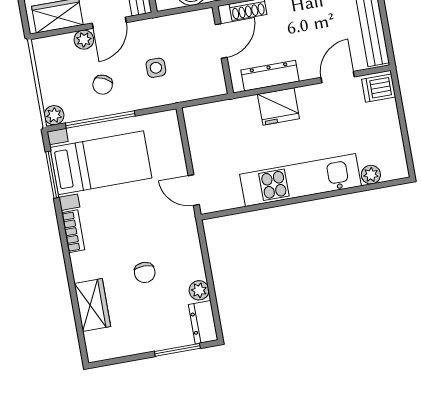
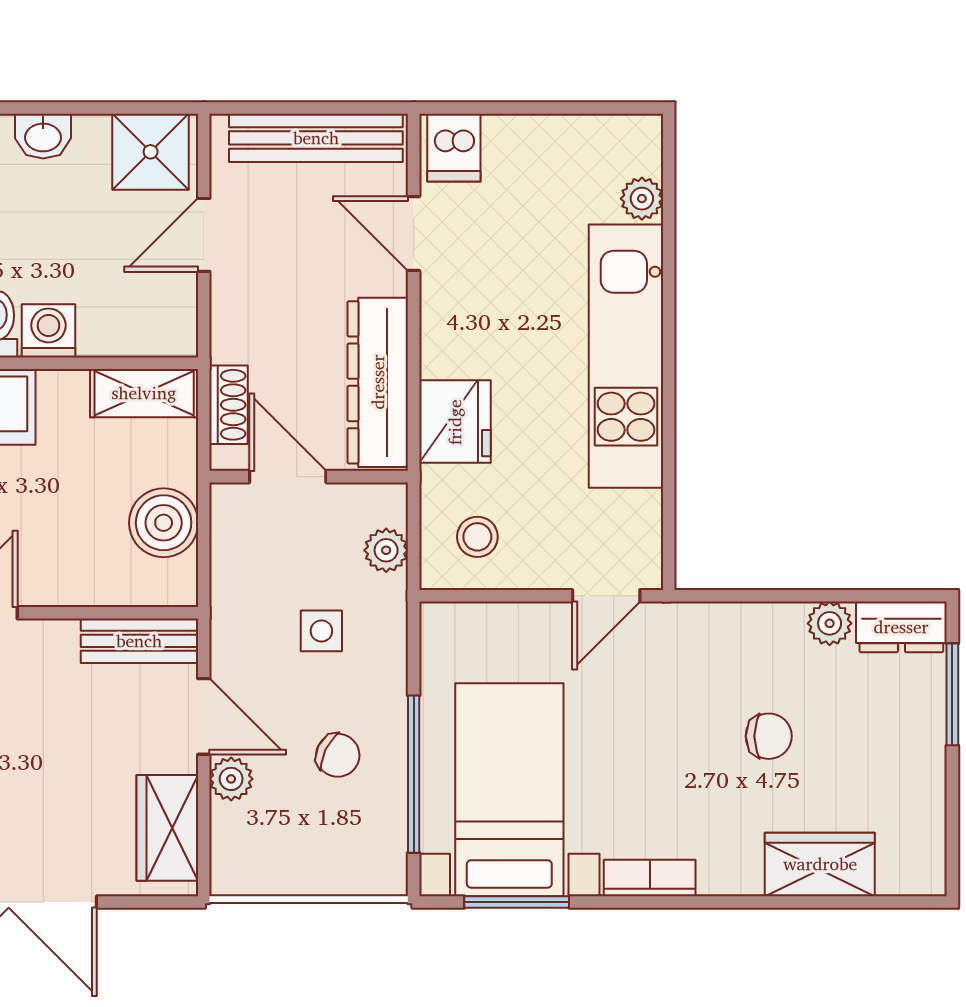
dresser: (270, 76) -> (378, 382), width x1.37, depth x1.24
fridge: (278, 106) -> (455, 422), moved
plant: (54, 115) -> (386, 550), moved
stool: (209, 129) -> (477, 537), added

